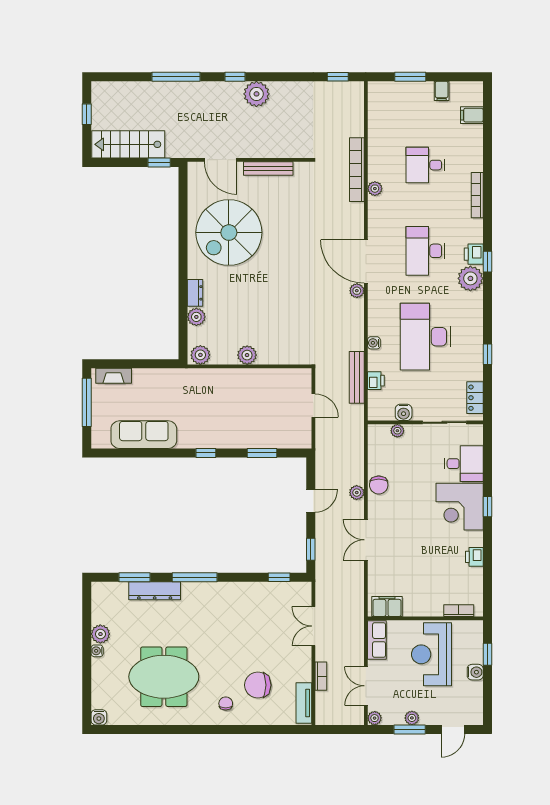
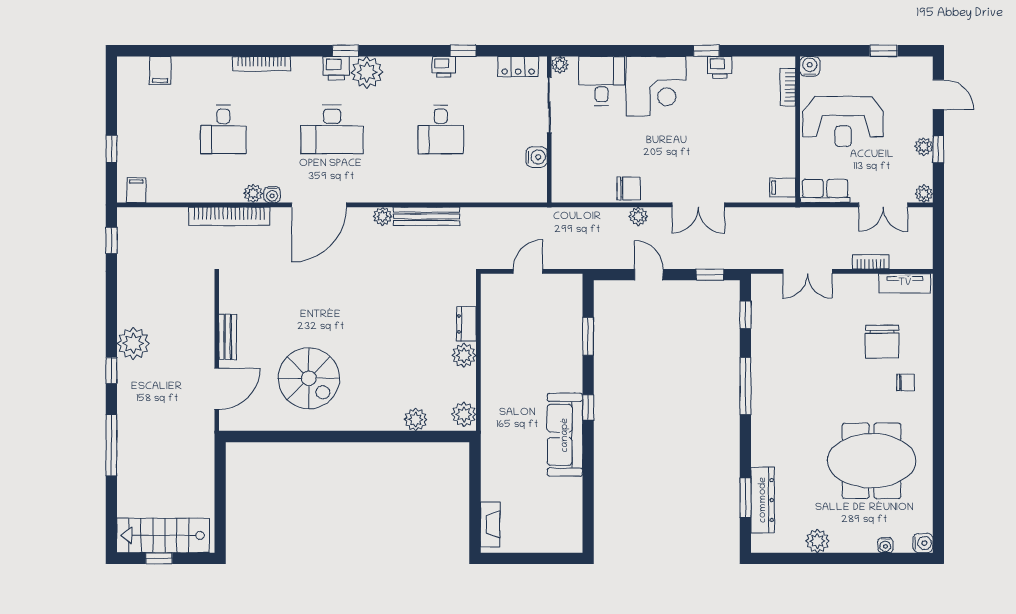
window: (410, 77) -> (111, 149), width x0.67
filing cabinet: (442, 91) -> (136, 190), moved, turned -90
stairs: (128, 144) -> (163, 535), moved, turned 90
window: (159, 162) -> (220, 467), removed
bench: (268, 168) -> (228, 337), width x0.73
spiral stairs: (229, 233) -> (309, 378), width x0.73, depth x0.73
door: (366, 261) -> (319, 205), moved
dresser: (195, 293) -> (466, 324), moved, turned -90
desk: (425, 337) -> (441, 129), width x0.53, depth x0.77
water cooler: (374, 343) -> (272, 195), moved
bench: (357, 377) -> (427, 216), moved
printer: (376, 381) -> (444, 67), moved, turned 180
window: (87, 402) -> (524, 558), removed
plant: (397, 431) -> (560, 65), moved
sofa: (144, 435) -> (565, 435), moved
window: (487, 507) -> (706, 51), moved
window: (195, 577) -> (745, 386), moved
dresser: (155, 591) -> (763, 500), moved
filing cabinet: (387, 606) -> (783, 188), width x0.50
water cooler: (97, 651) -> (885, 545), moved
window: (487, 654) -> (884, 51), moved
water cooler: (475, 672) -> (810, 66), moved
meeting table: (164, 677) -> (872, 461), turned 90
chair: (226, 703) -> (905, 382), turned 180
window: (410, 729) -> (938, 149), width x0.67

